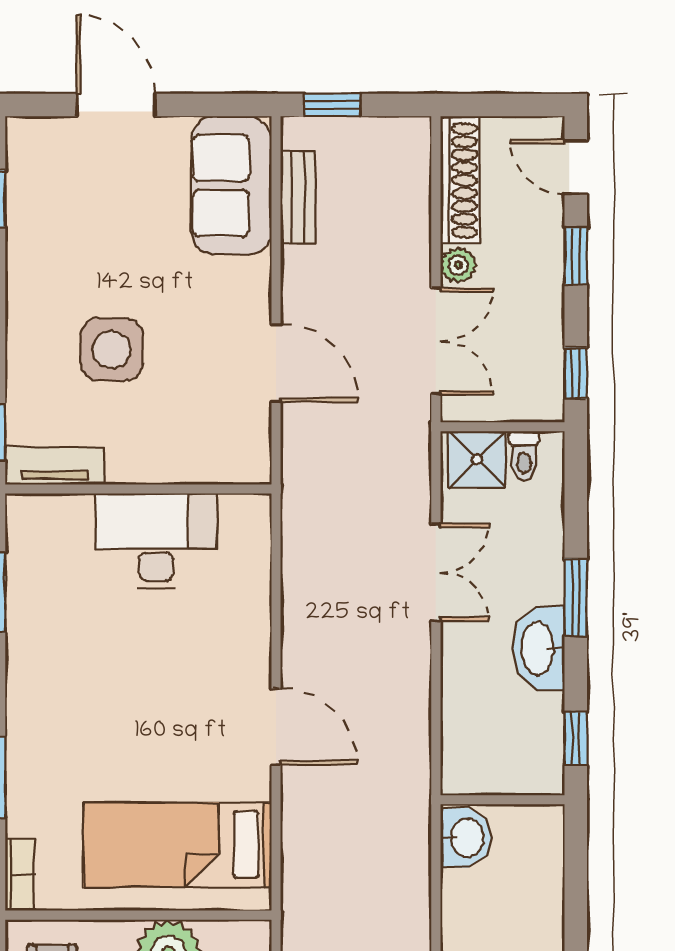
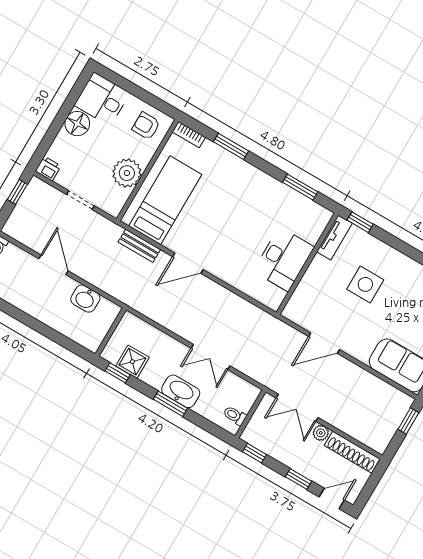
bench: (298, 197) -> (139, 246), moved
shower: (477, 460) -> (132, 362), moved
washbasin: (539, 648) -> (181, 391), moved
washbasin: (466, 837) -> (85, 299), moved

